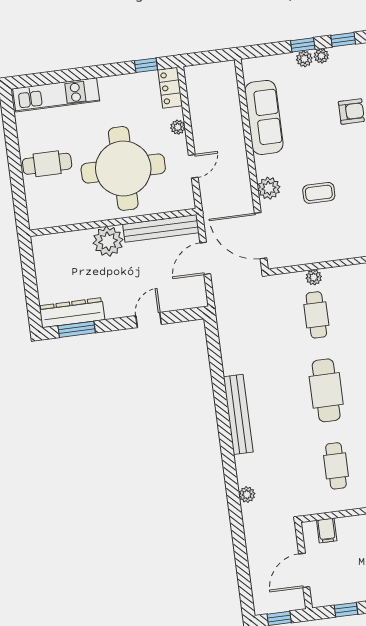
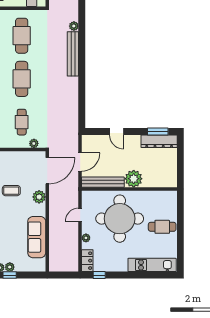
door: (261, 236) -> (47, 171), hinge flipped
plant: (314, 277) -> (34, 143), moved
door: (149, 320) -> (116, 131), hinge flipped
bench: (238, 414) -> (73, 54), moved
cafe table: (336, 466) -> (22, 36), width x1.37, depth x1.35

